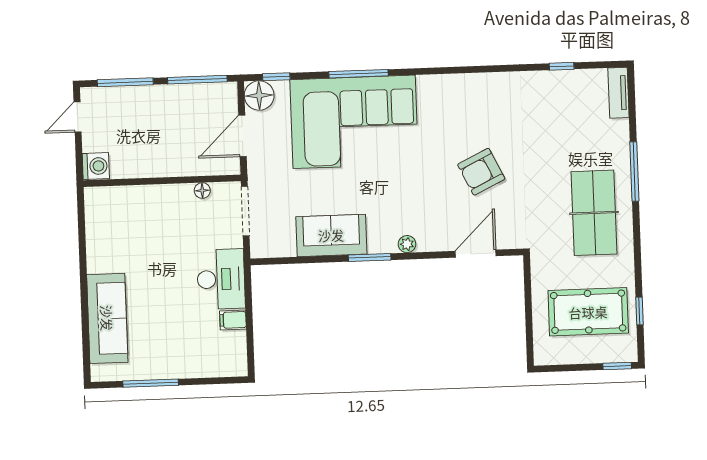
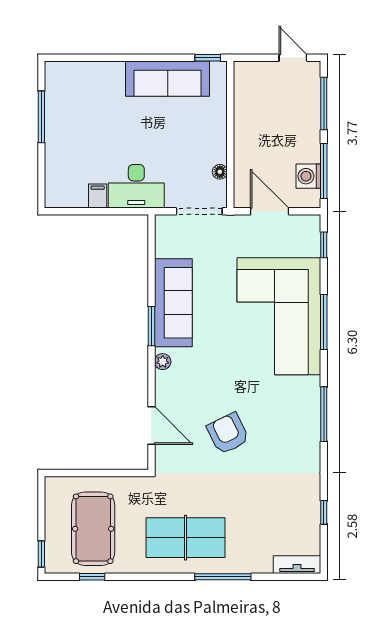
window: (457, 70) -> (324, 414), added
floor lamp: (259, 95) -> (307, 228), removed
washing machine: (96, 166) -> (308, 176), moved, turned 90
window: (81, 208) -> (208, 58), added
sofa: (331, 235) -> (173, 303), width x1.36
sofa: (107, 318) -> (168, 79), moved

